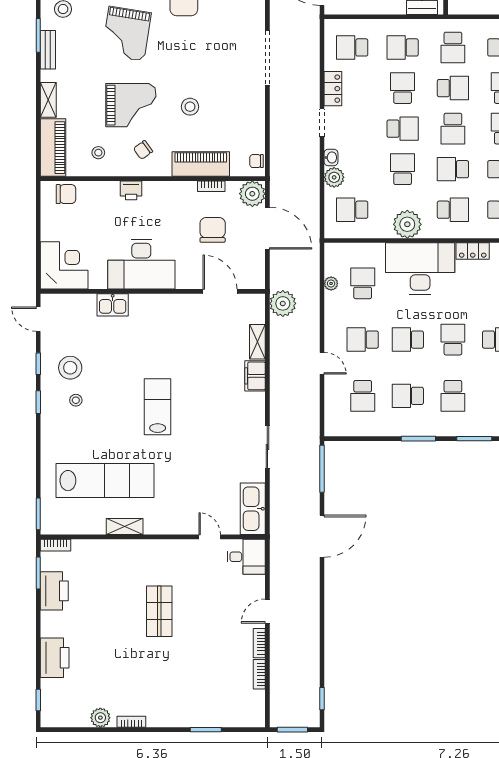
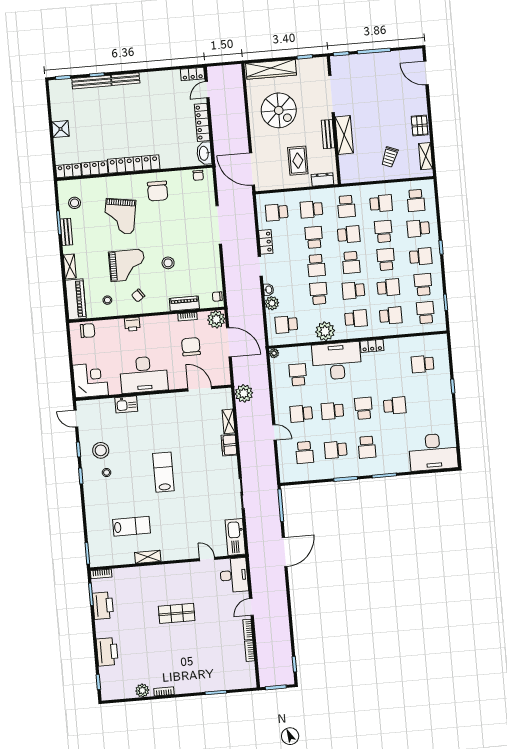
school desk: (403, 129) -> (316, 265), turned 90
piano: (201, 164) -> (184, 304), width x0.73, depth x0.75
plant: (331, 283) -> (274, 353), moved
lab bench: (105, 481) -> (131, 526), width x0.54, depth x0.72
desk: (246, 557) -> (234, 575), width x1.37
shop shelf: (159, 611) -> (177, 613), turned 90

